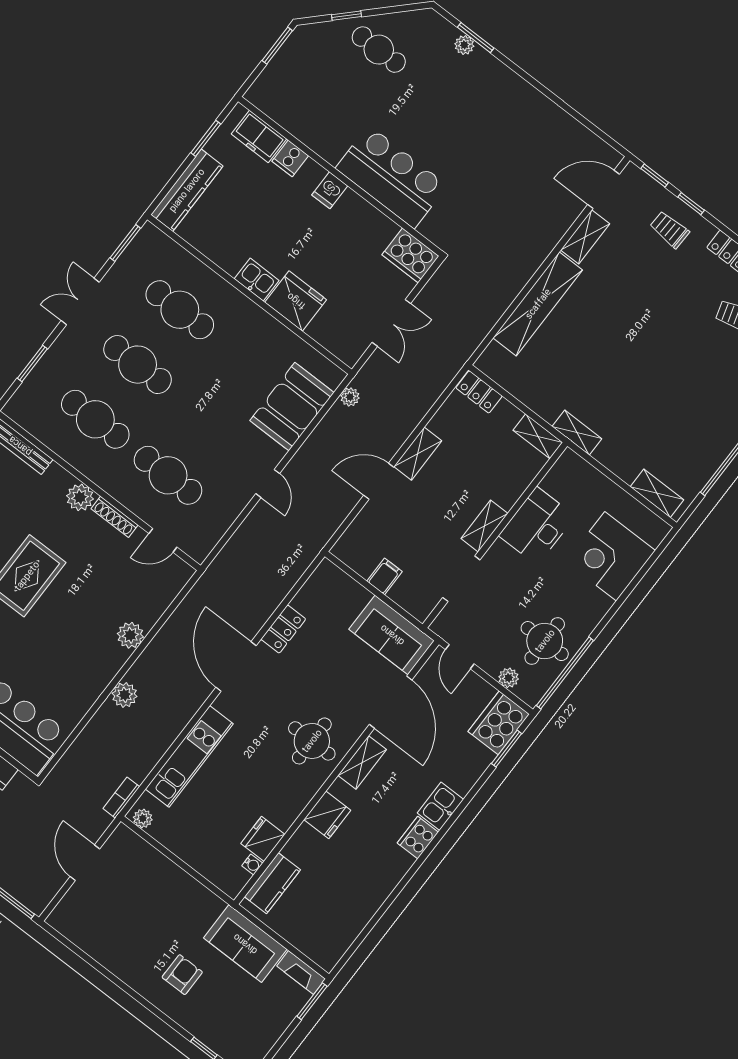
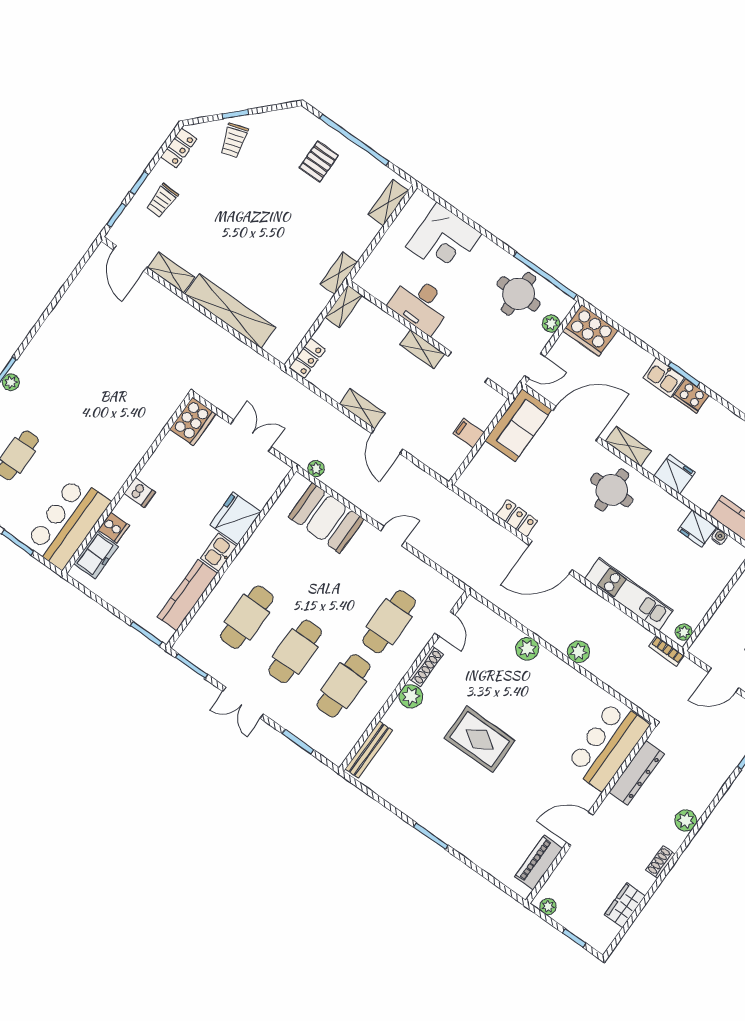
window: (206, 138) -> (146, 634), moved
bar counter: (391, 177) -> (68, 523), moved
kitchen counter: (187, 190) -> (188, 595), moved, turned -90
pallet: (708, 414) -> (319, 161), added
window: (507, 749) -> (684, 374), moved

